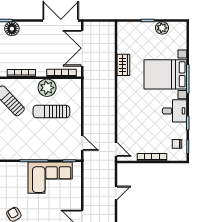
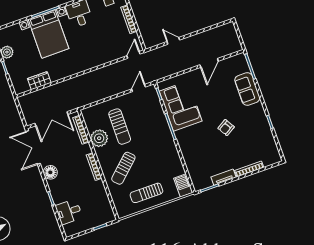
floor lamp: (12, 29) -> (50, 172), moved
wardrobe: (123, 65) -> (39, 81), moved

